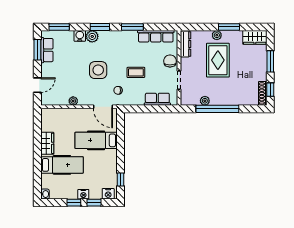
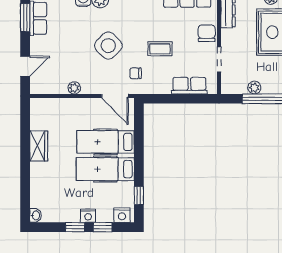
side table: (98, 70) -> (108, 46), turned 45
hospital bed: (62, 165) -> (105, 169), moved, turned 180

